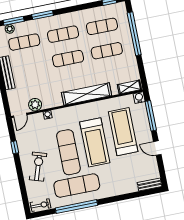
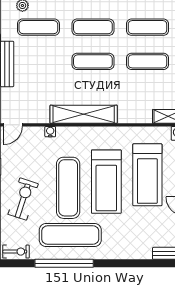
shelving: (87, 94) -> (84, 114), moved
plant: (35, 105) -> (36, 115), removed
treadmill: (123, 132) -> (147, 175), turned 180

